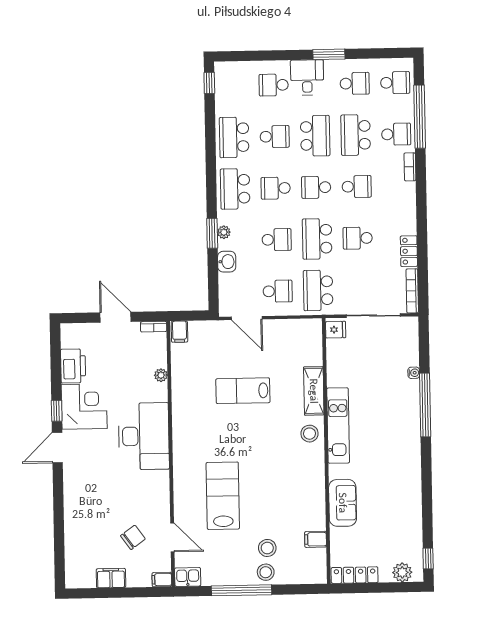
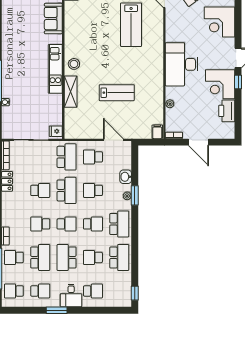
school desk: (355, 83) -> (40, 291), turned 180
corner desk: (87, 502) -> (220, 22), added

